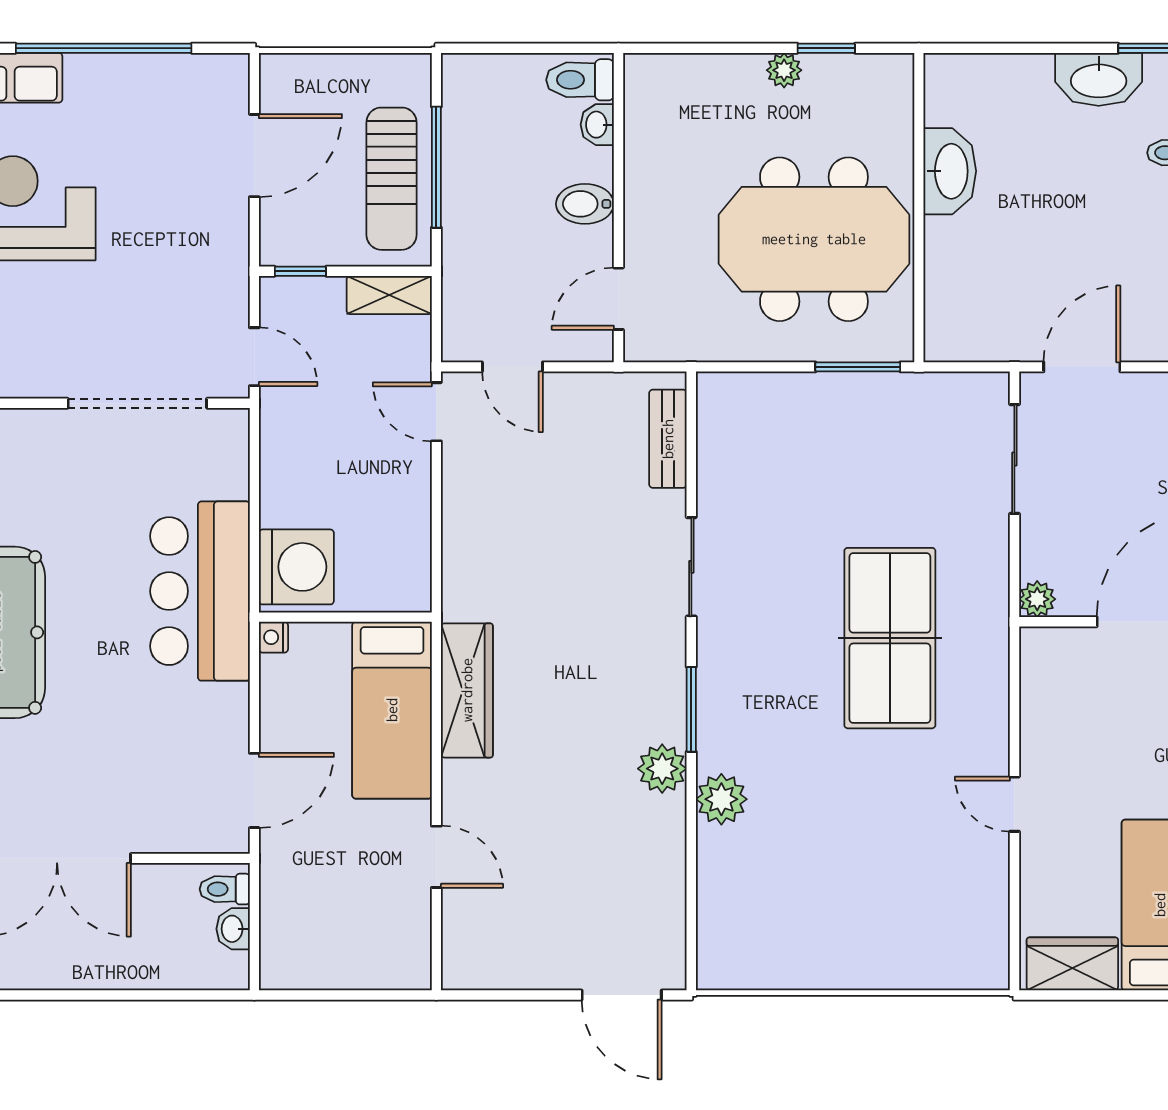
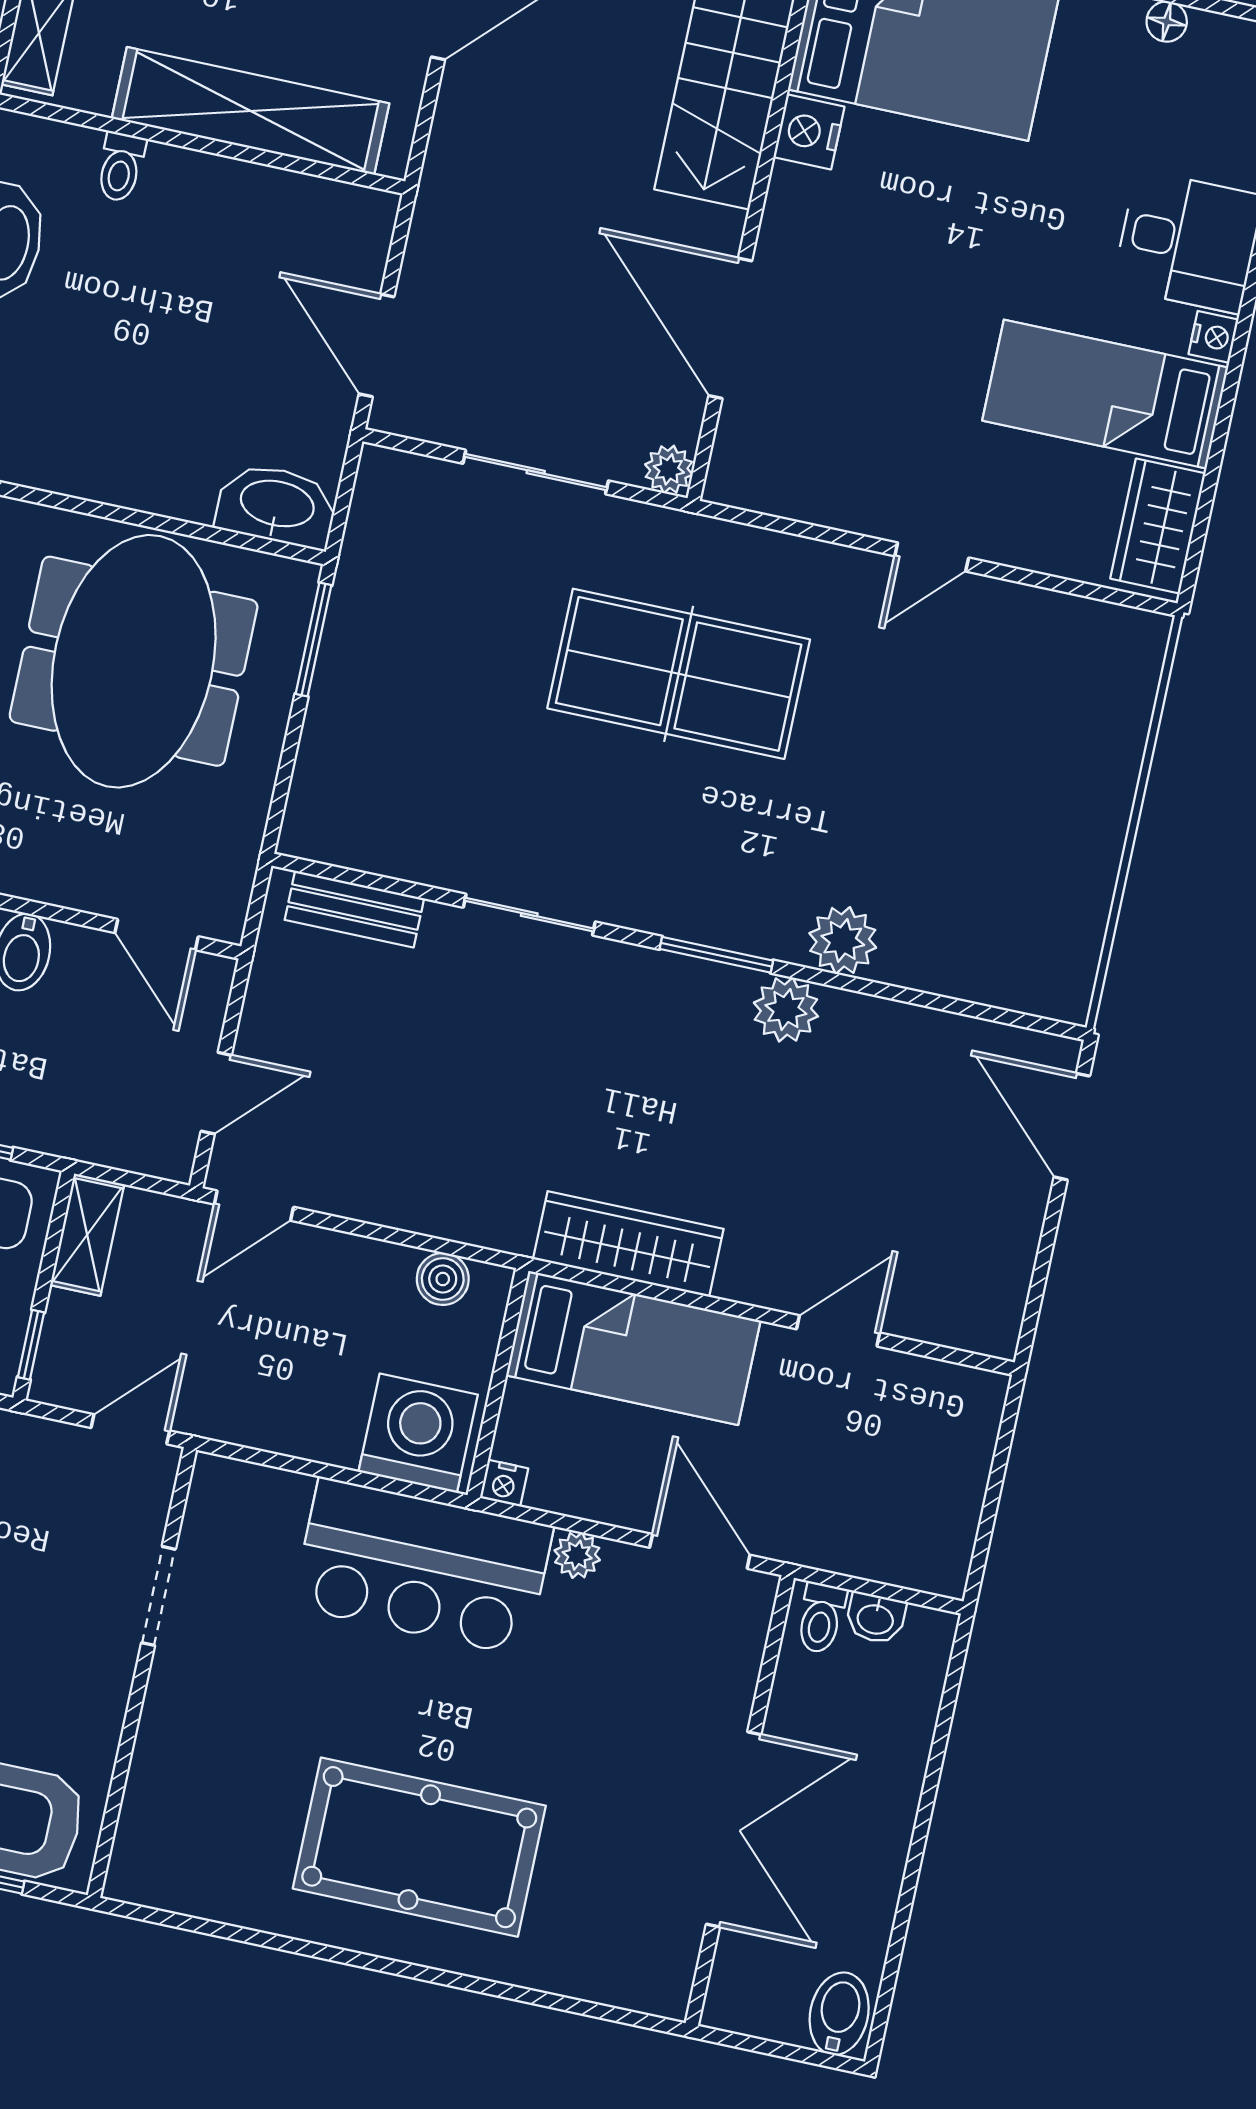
washbasin: (950, 171) -> (277, 506), moved
doorway: (137, 403) -> (158, 1596), width x0.53
sliding door: (1014, 459) -> (536, 472), moved
boiler: (412, 561) -> (443, 1279), added
plant: (232, 702) -> (577, 1555), added
door: (622, 995) -> (1072, 1127), swing flipped

